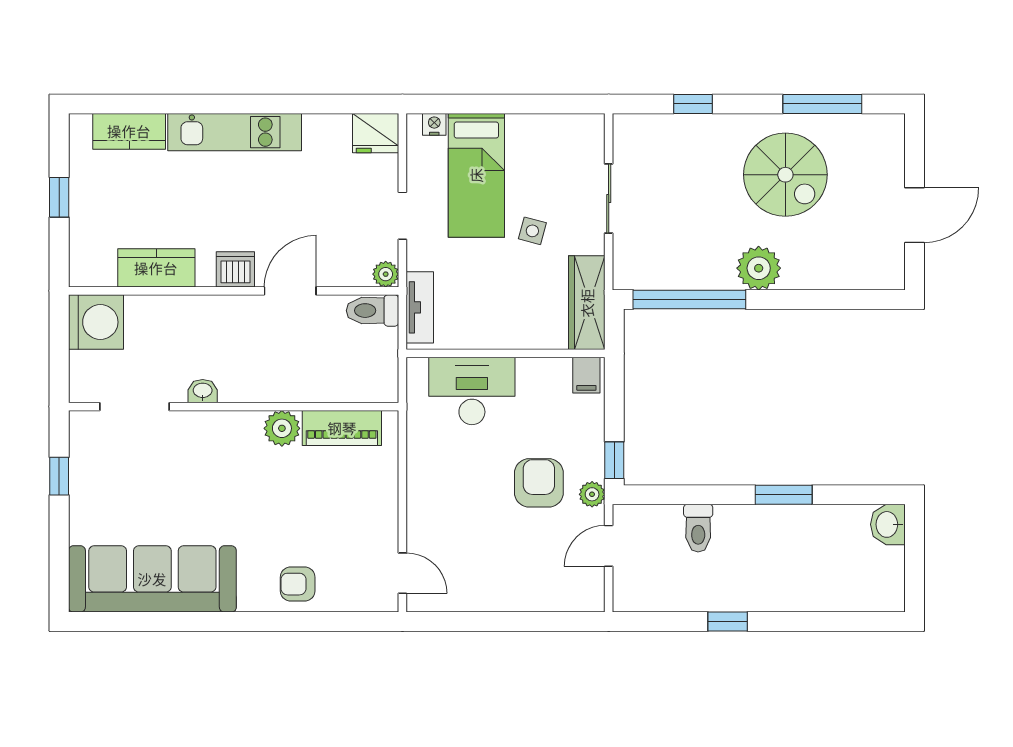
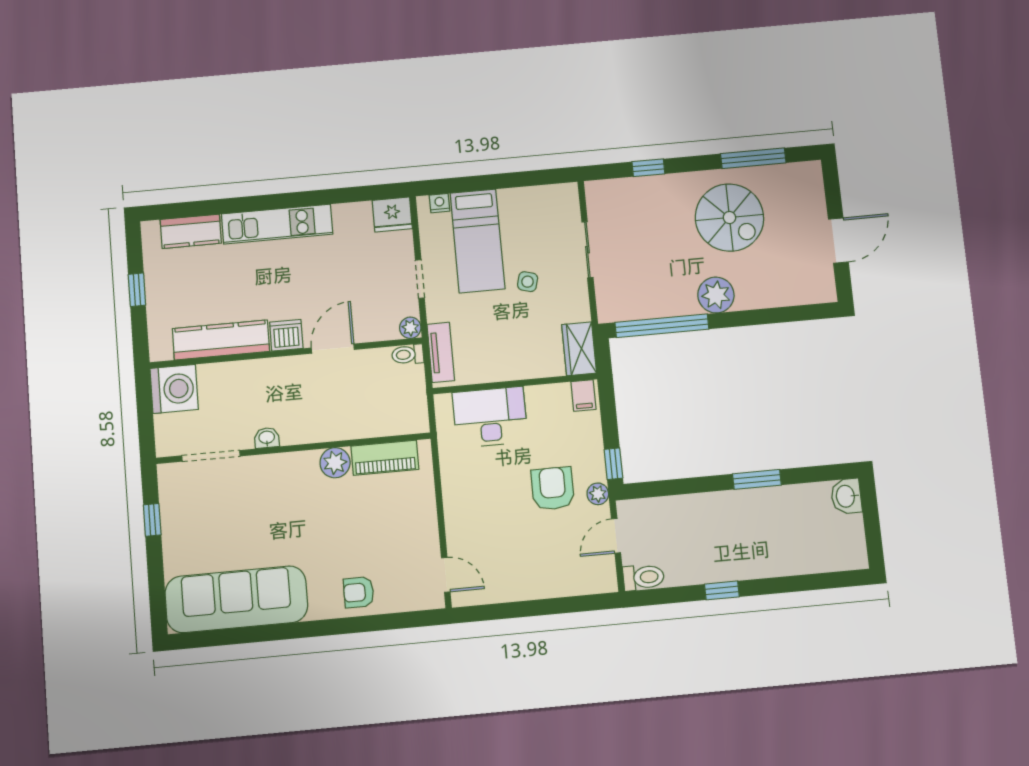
kitchen counter: (156, 268) -> (221, 340), width x1.50
wardrobe: (587, 303) -> (579, 349), width x0.67
toilet: (372, 311) -> (408, 354), width x0.73, depth x0.72
toilet: (698, 528) -> (644, 577), moved, turned -90

